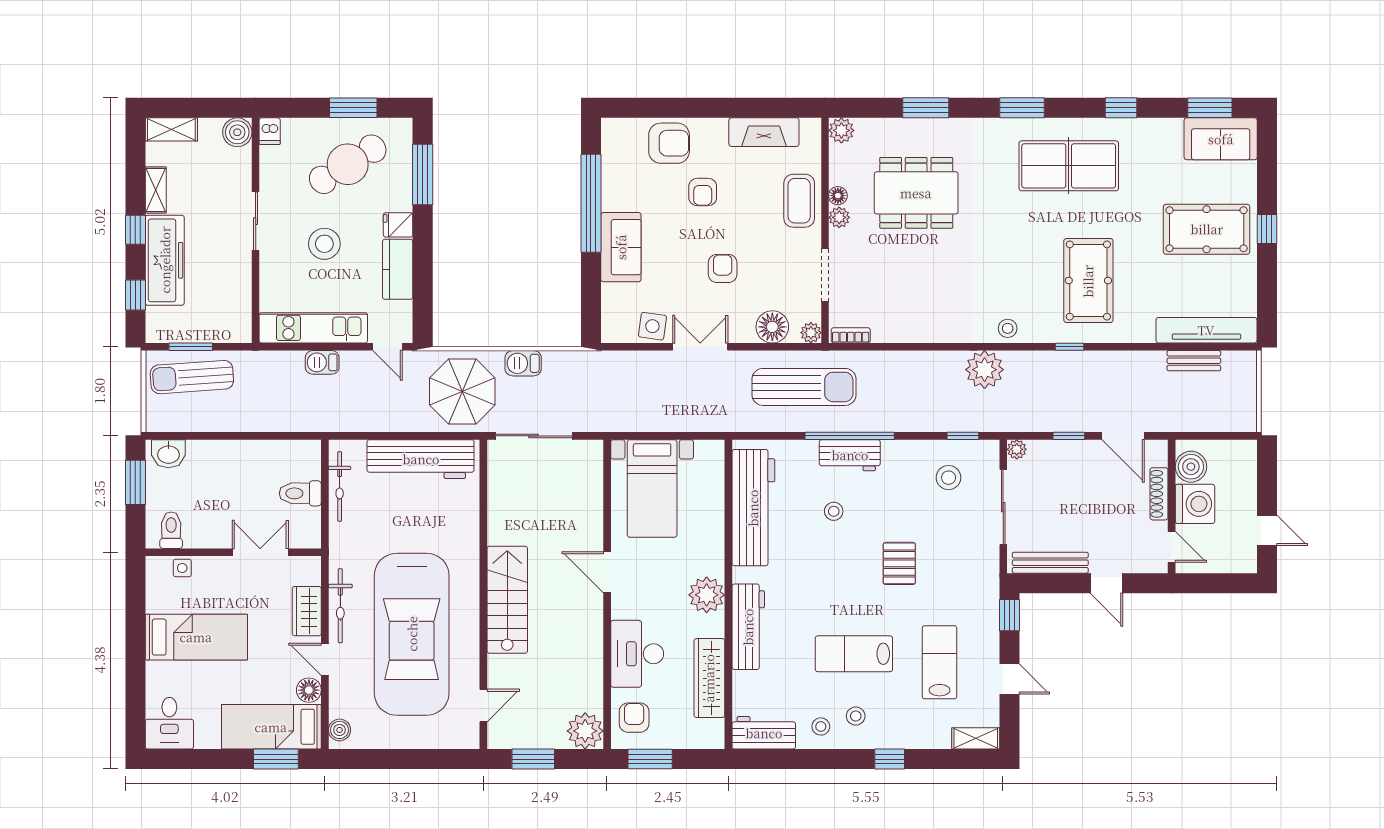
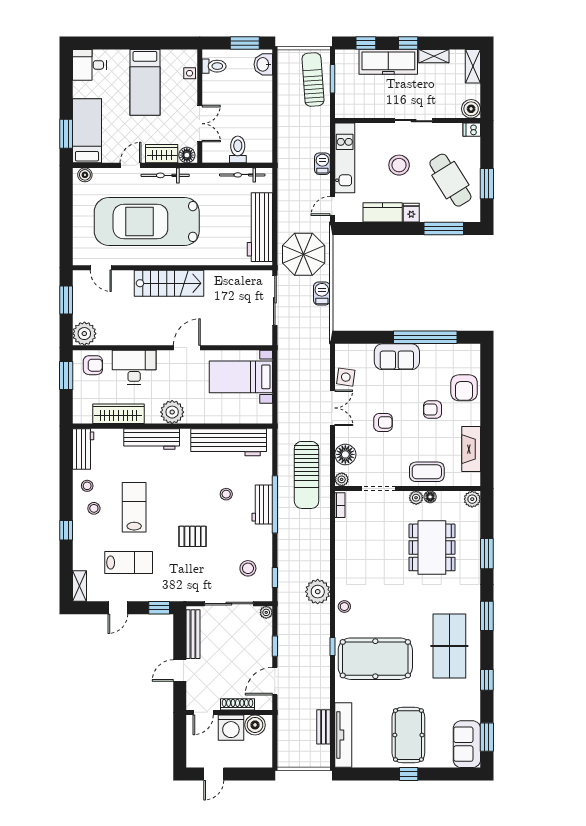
pool table: (1088, 281) -> (375, 659), width x1.36, depth x1.32
floor lamp: (309, 690) -> (187, 155), moved

